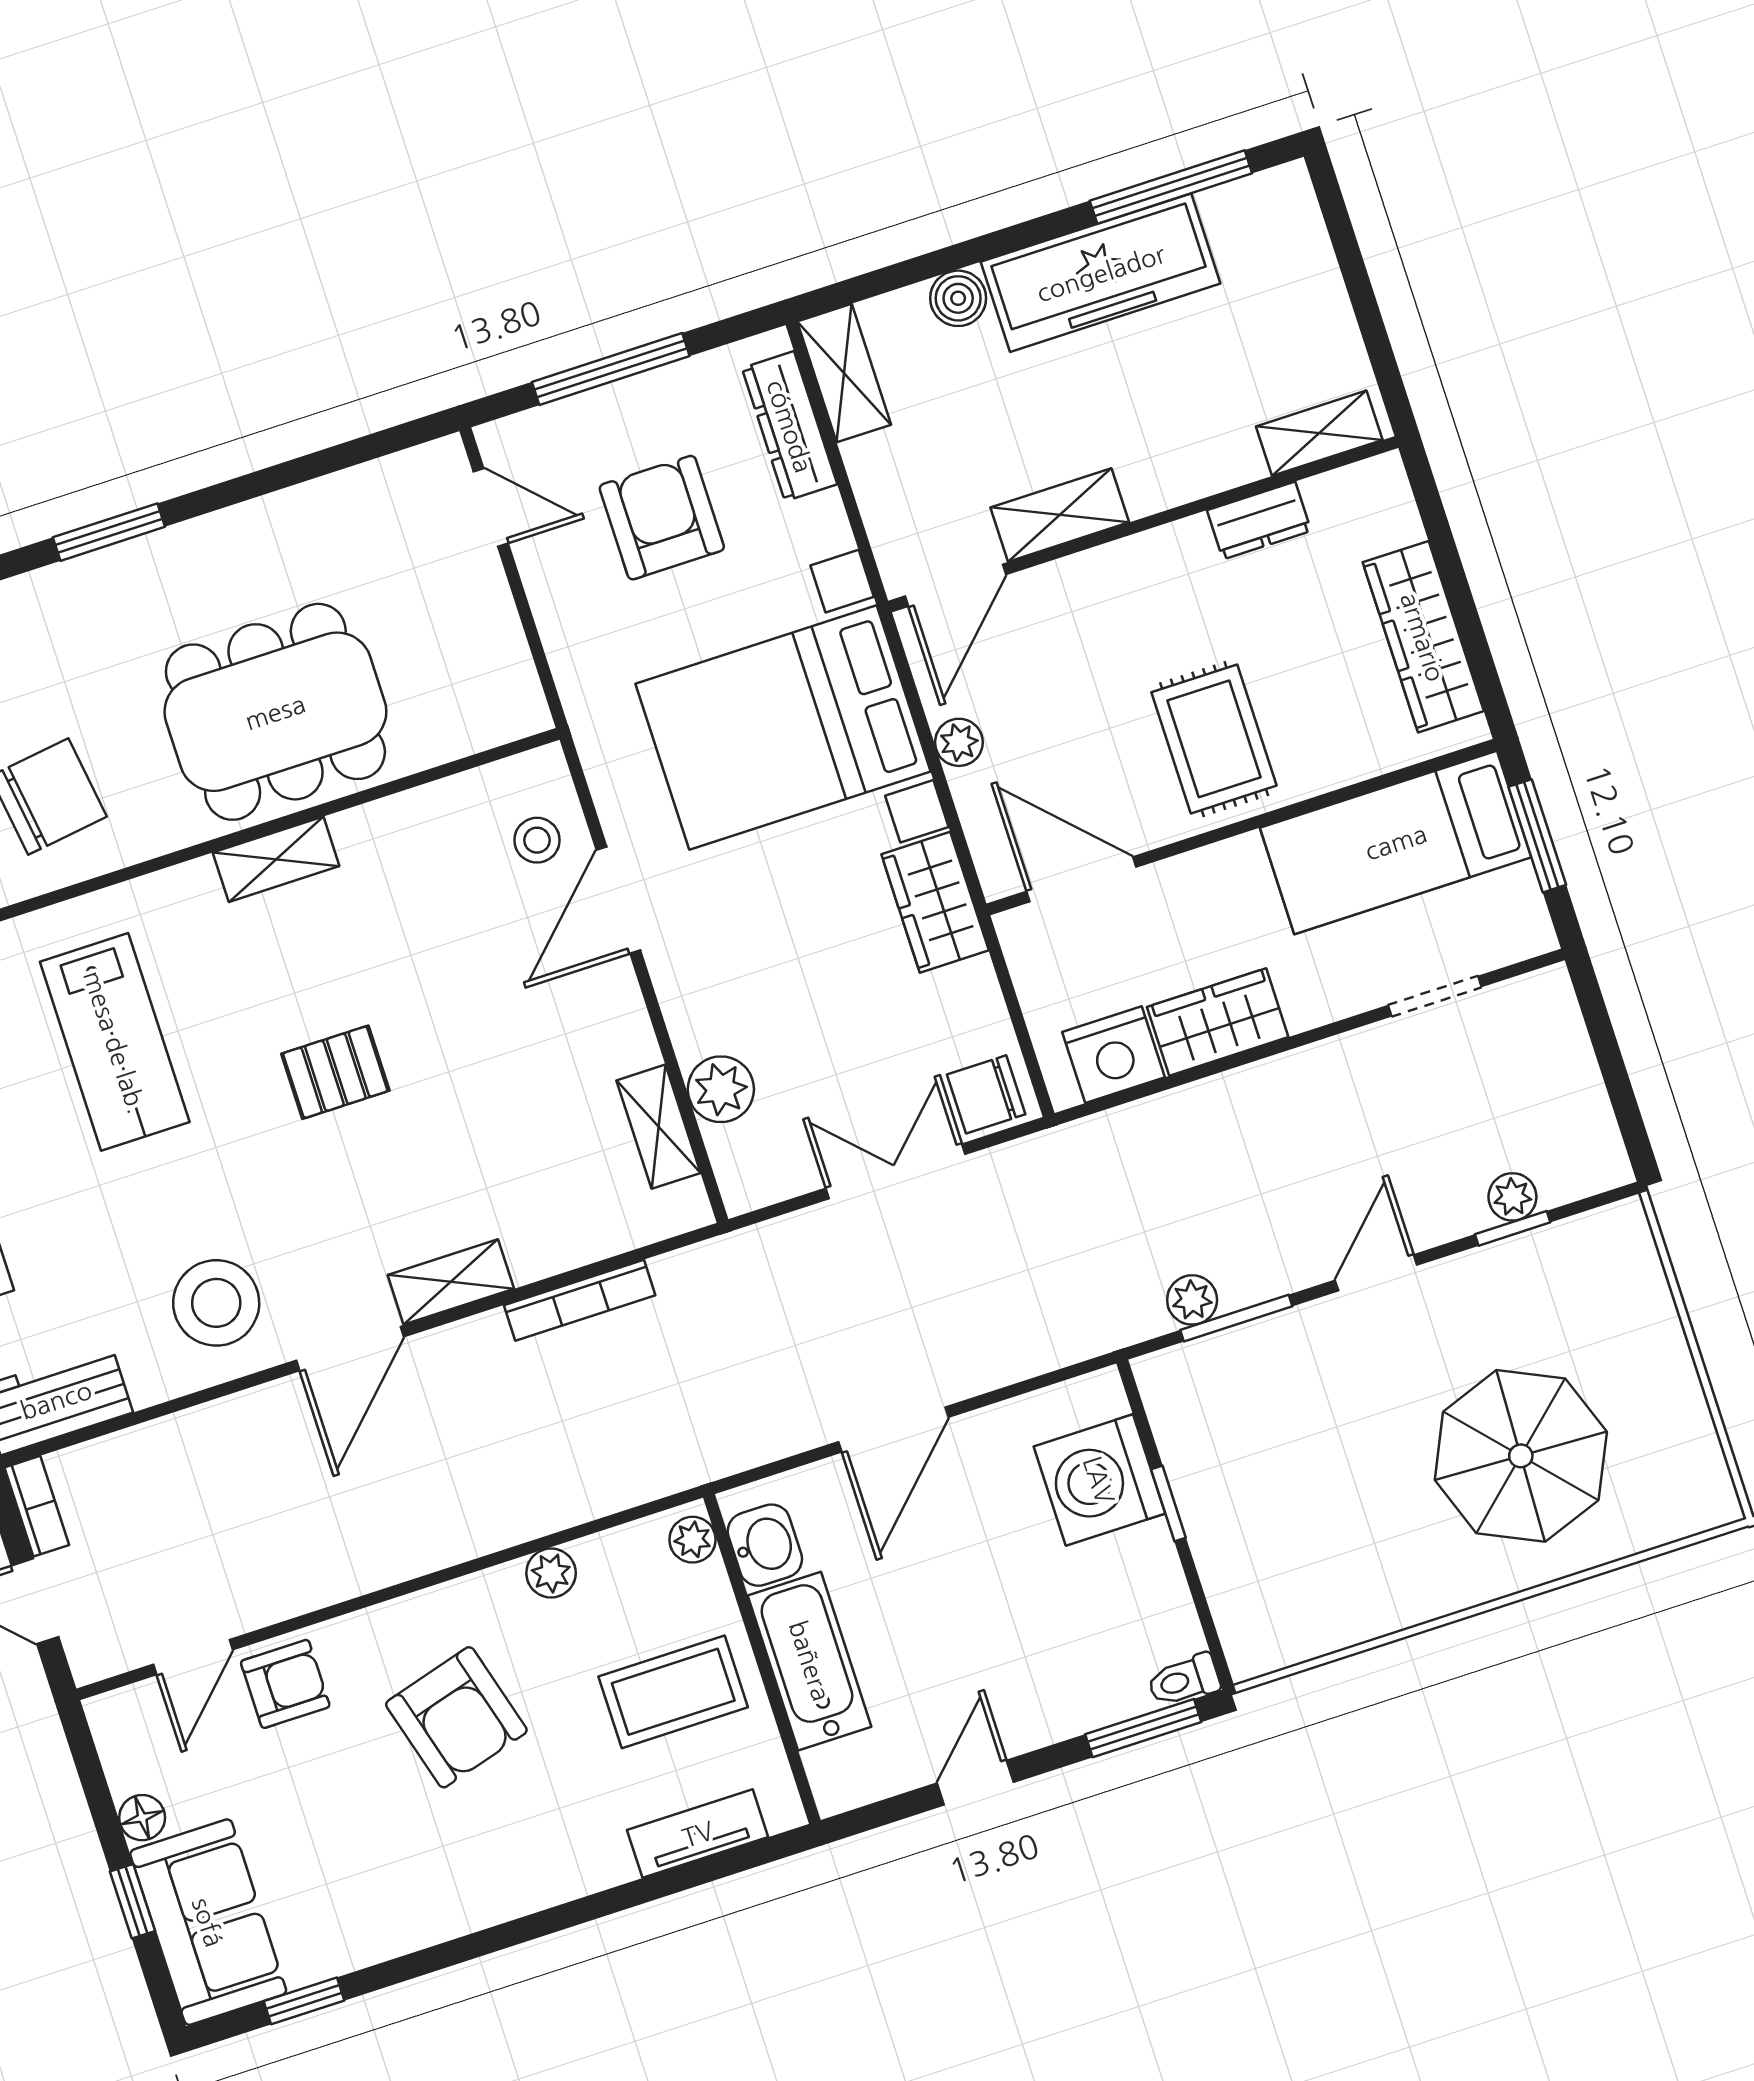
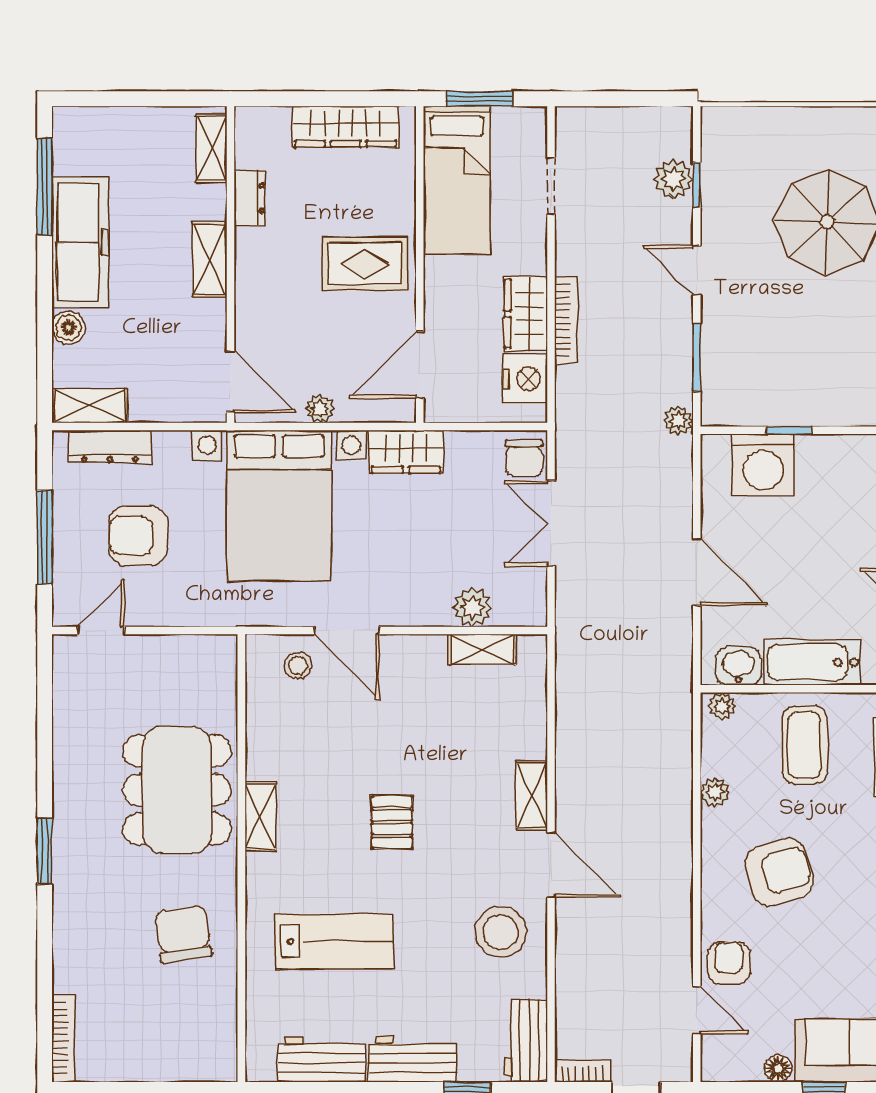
shelving: (1060, 515) -> (210, 259), moved
plant: (1512, 1197) -> (674, 179), width x1.38, depth x1.38
bookcase: (580, 1300) -> (566, 320), moved
plant: (1192, 1300) -> (678, 421), moved

